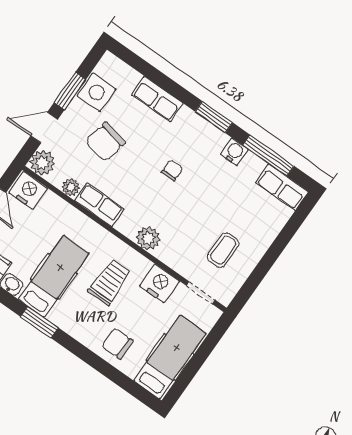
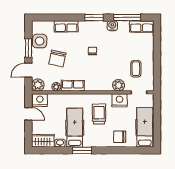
plant: (148, 238) -> (119, 85), moved

